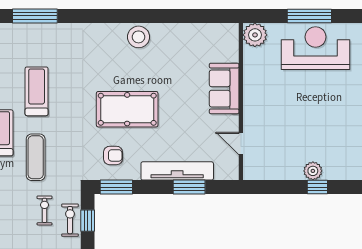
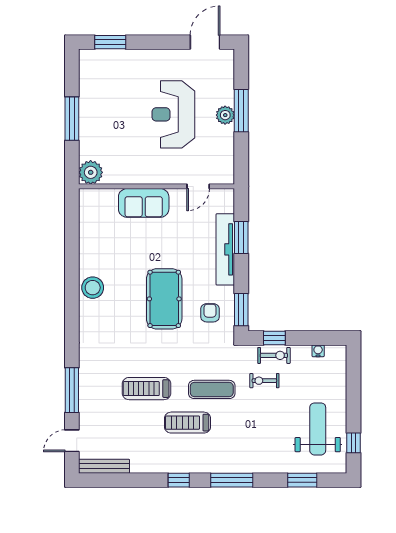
reception desk: (316, 48) -> (173, 114), moved
window: (317, 187) -> (241, 111), width x2.17
exercise bike: (70, 220) -> (274, 355), turned 180

